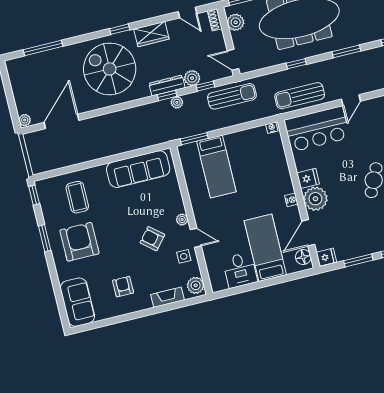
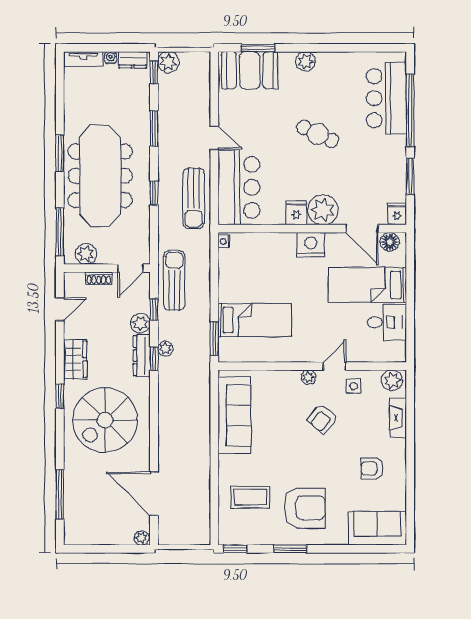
shoe rack: (215, 20) -> (99, 278), moved
nightstand: (291, 200) -> (311, 245), width x1.89, depth x1.79
armchair: (79, 242) -> (305, 508), turned 180

